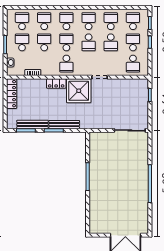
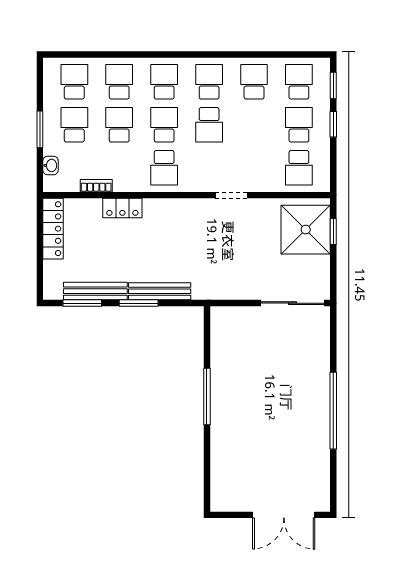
school desk: (111, 42) -> (254, 125), removed
locker: (56, 83) -> (122, 208), moved
shower: (79, 91) -> (306, 230), moved

